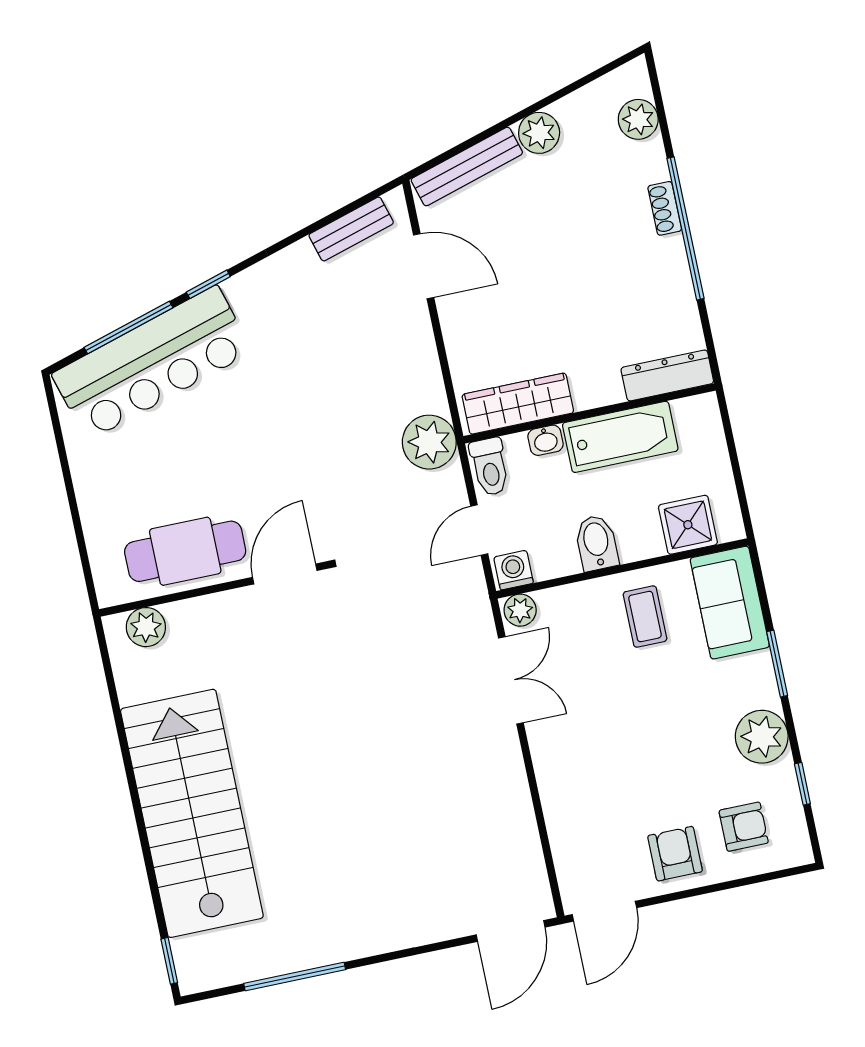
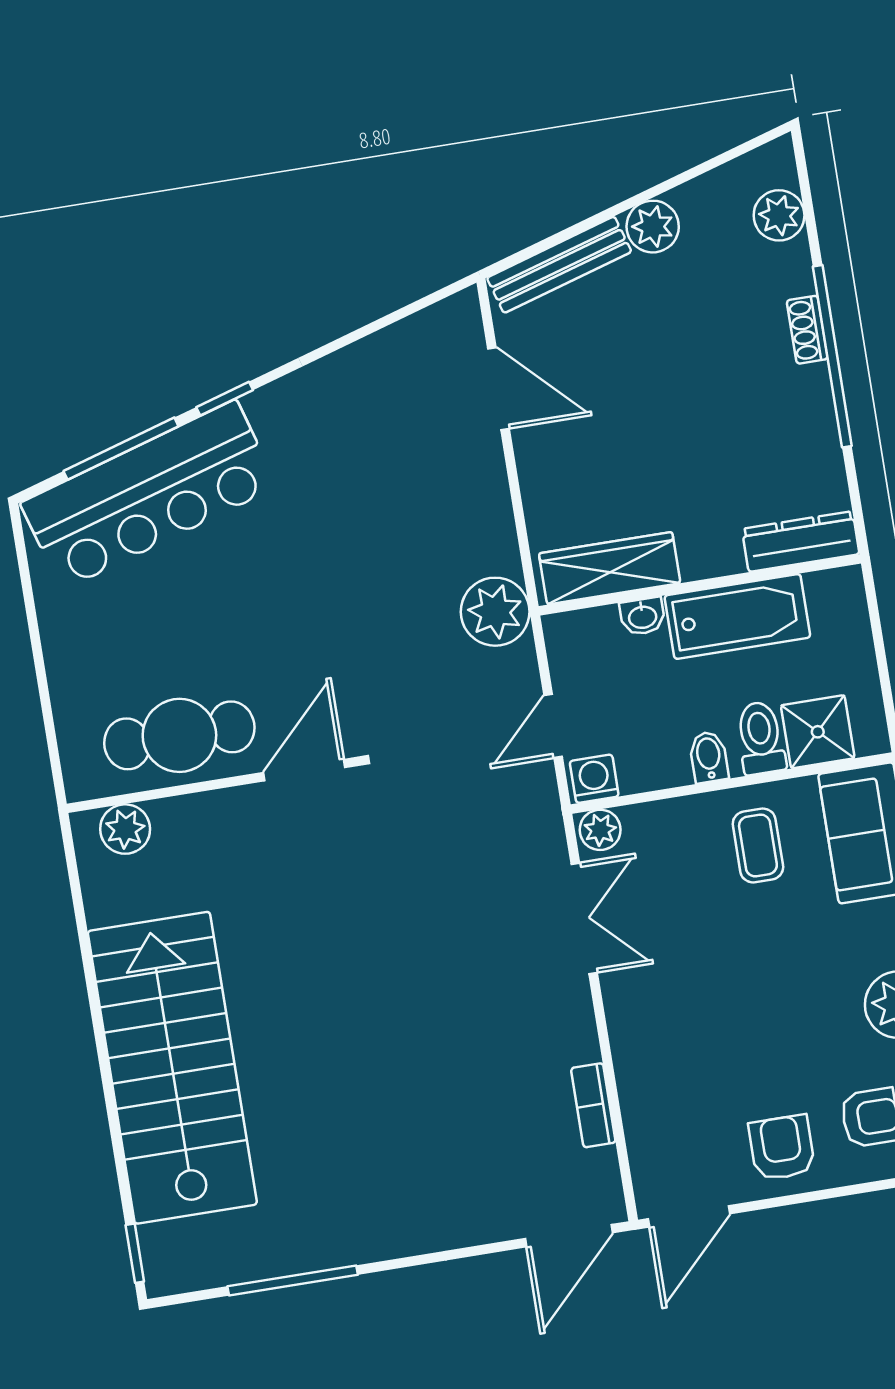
bench: (351, 229) -> (409, 337), removed
toilet: (490, 467) -> (761, 738), moved, turned 180
bidet: (597, 543) -> (709, 757), width x0.72, depth x0.74
bookcase: (525, 827) -> (593, 1105), added

